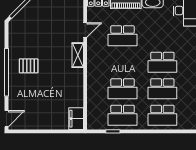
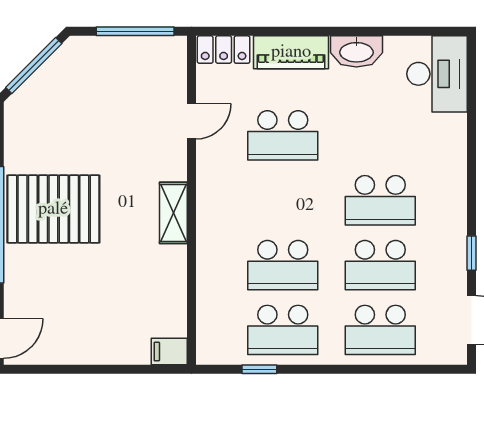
shelving: (78, 55) -> (173, 213), moved
pallet: (29, 66) -> (53, 209), width x2.05, depth x2.00
filing cabinet: (76, 119) -> (169, 352), width x0.50

